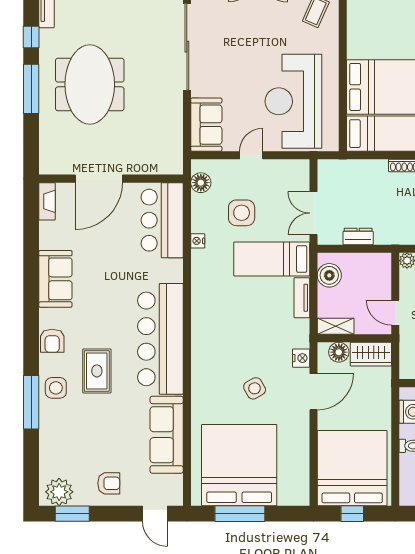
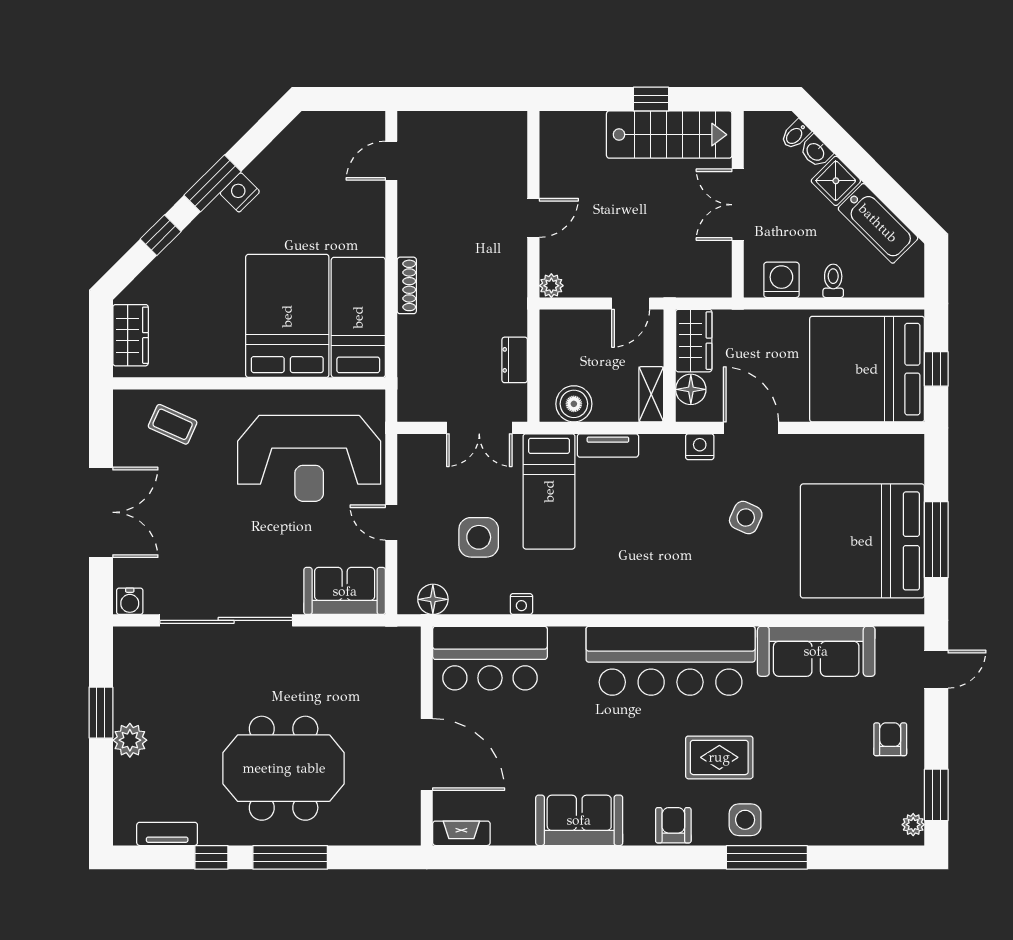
armchair: (52, 341) -> (673, 825), turned -90
side table: (255, 388) -> (746, 518), turned -36
plant: (59, 492) -> (913, 825), width x0.53, depth x0.53

